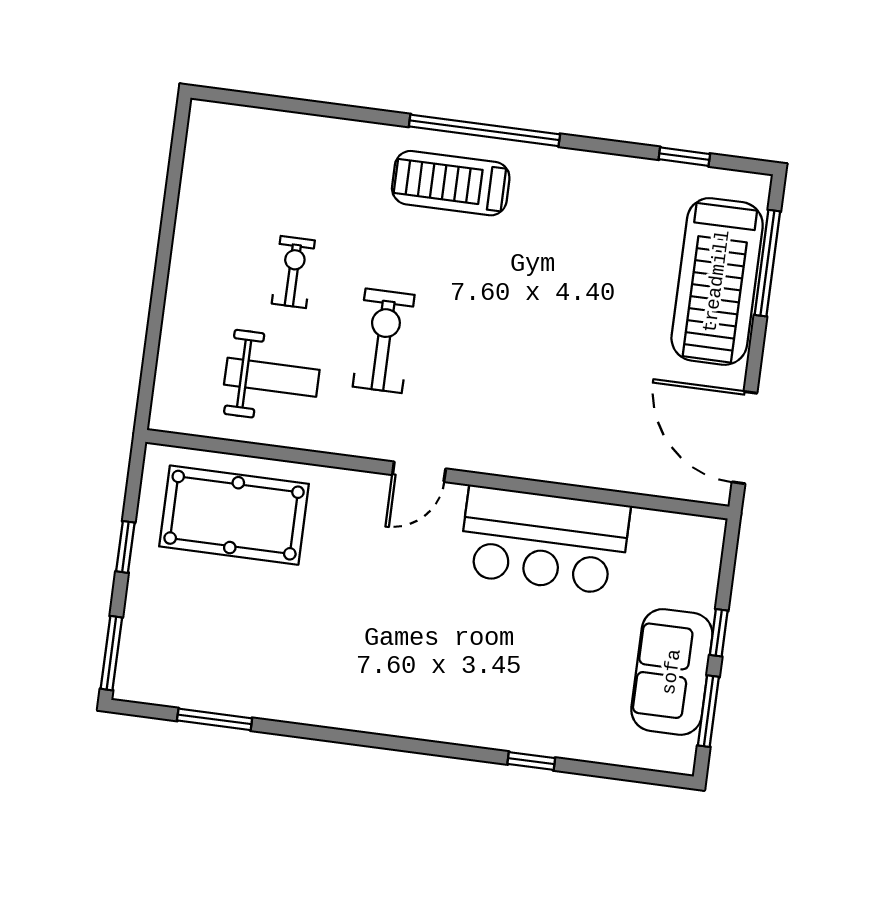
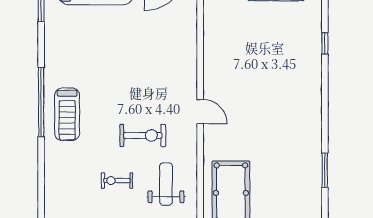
exercise bike: (384, 341) -> (143, 135), turned 180
bar counter: (544, 540) -> (224, 51), removed
window: (215, 719) -> (325, 170), moved

